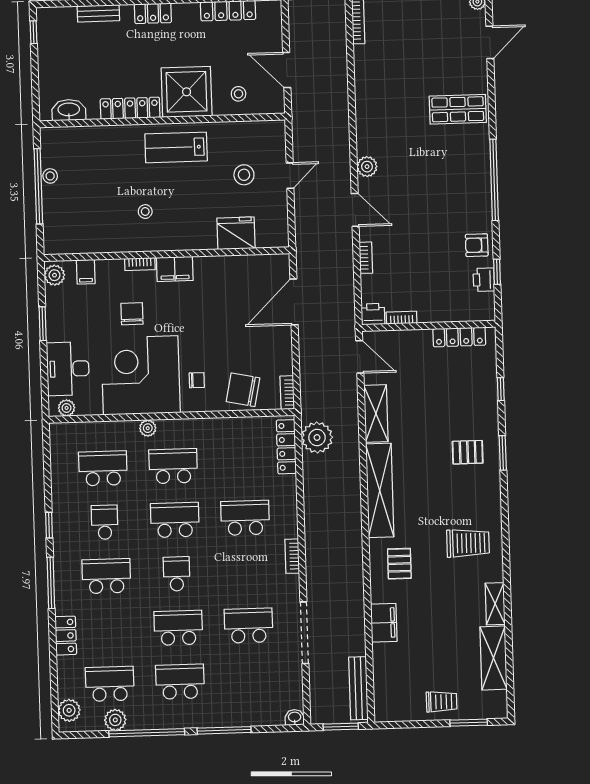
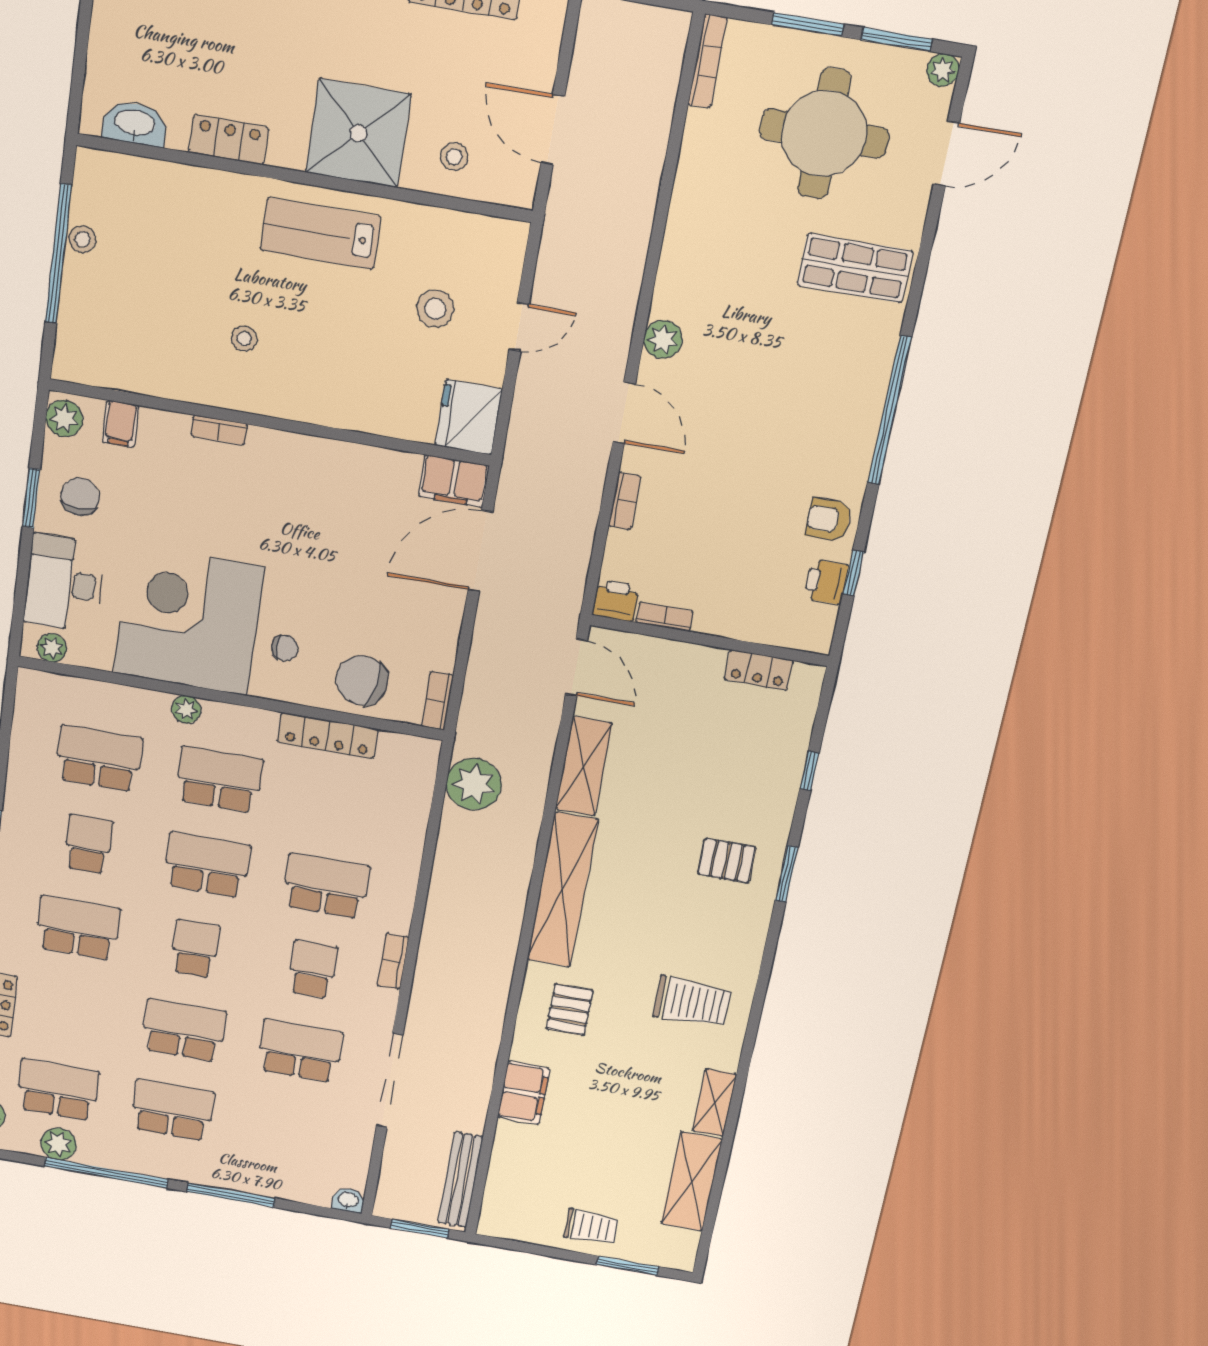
round table: (426, 45) -> (824, 134), added
locker: (130, 108) -> (229, 140), width x0.66
fridge: (236, 233) -> (469, 417), moved, turned -90
filing cabinet: (175, 269) -> (454, 481), moved
chair: (132, 314) -> (80, 497), moved
locker: (459, 337) -> (759, 670), width x0.66
locker: (286, 447) -> (328, 736), moved, turned -90
school desk: (247, 572) -> (313, 969), added

